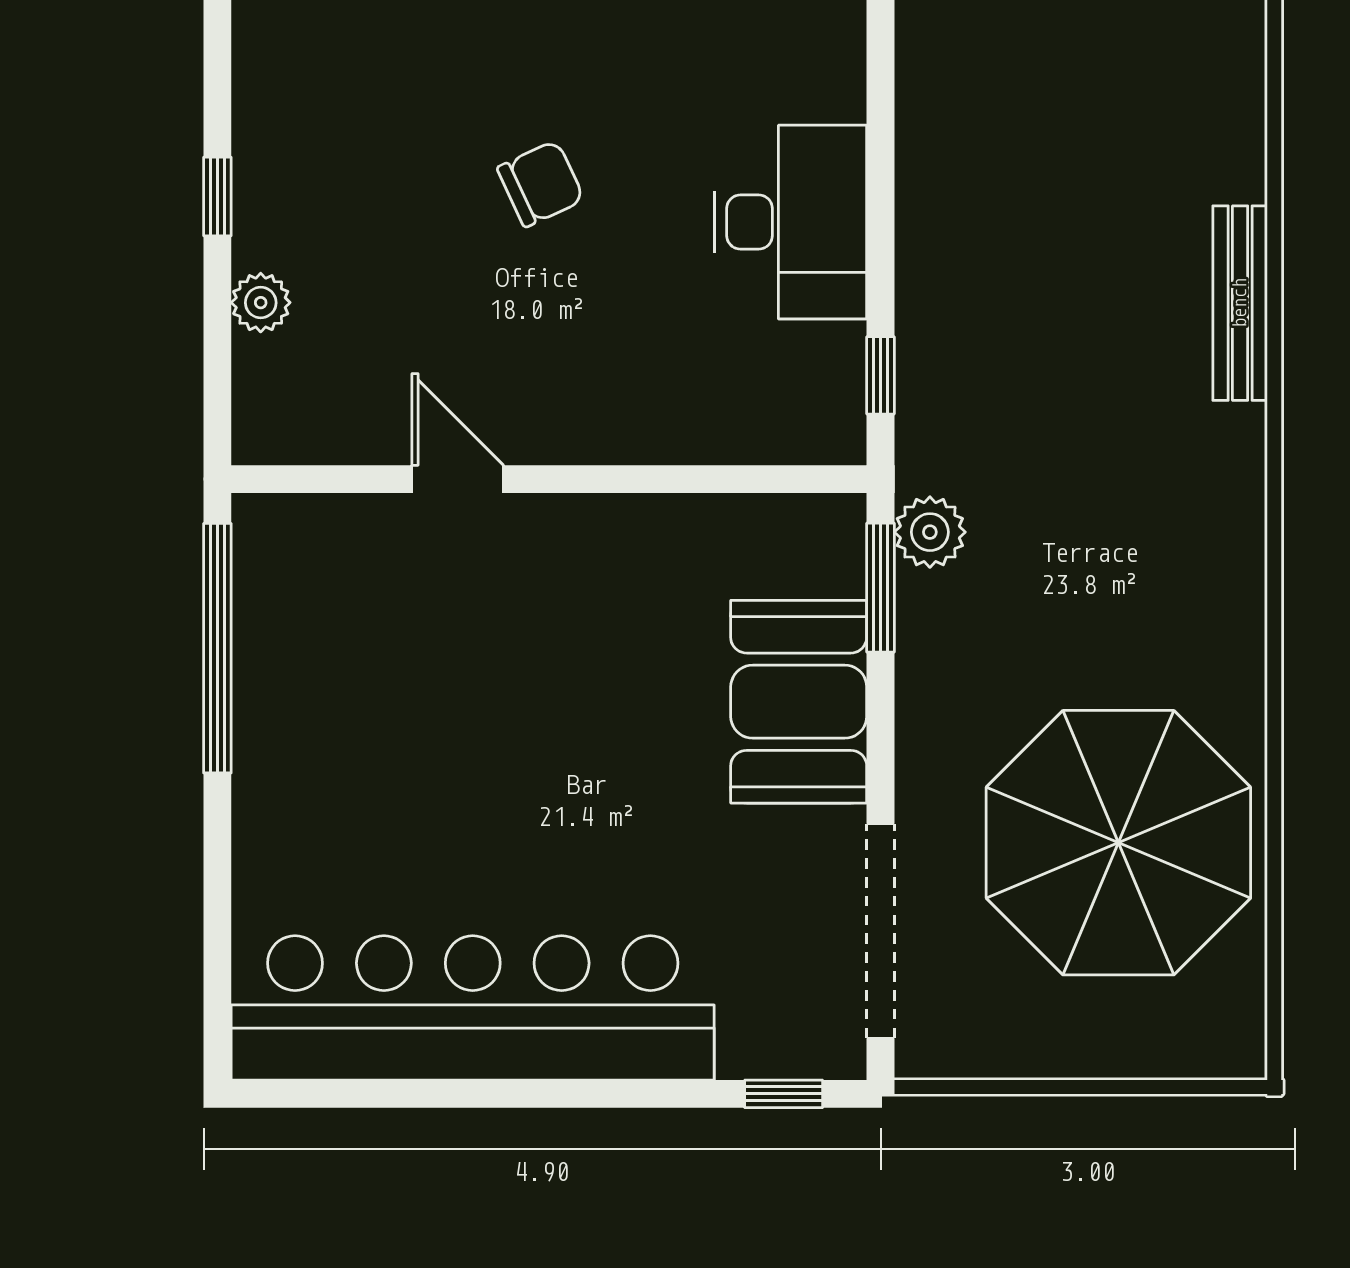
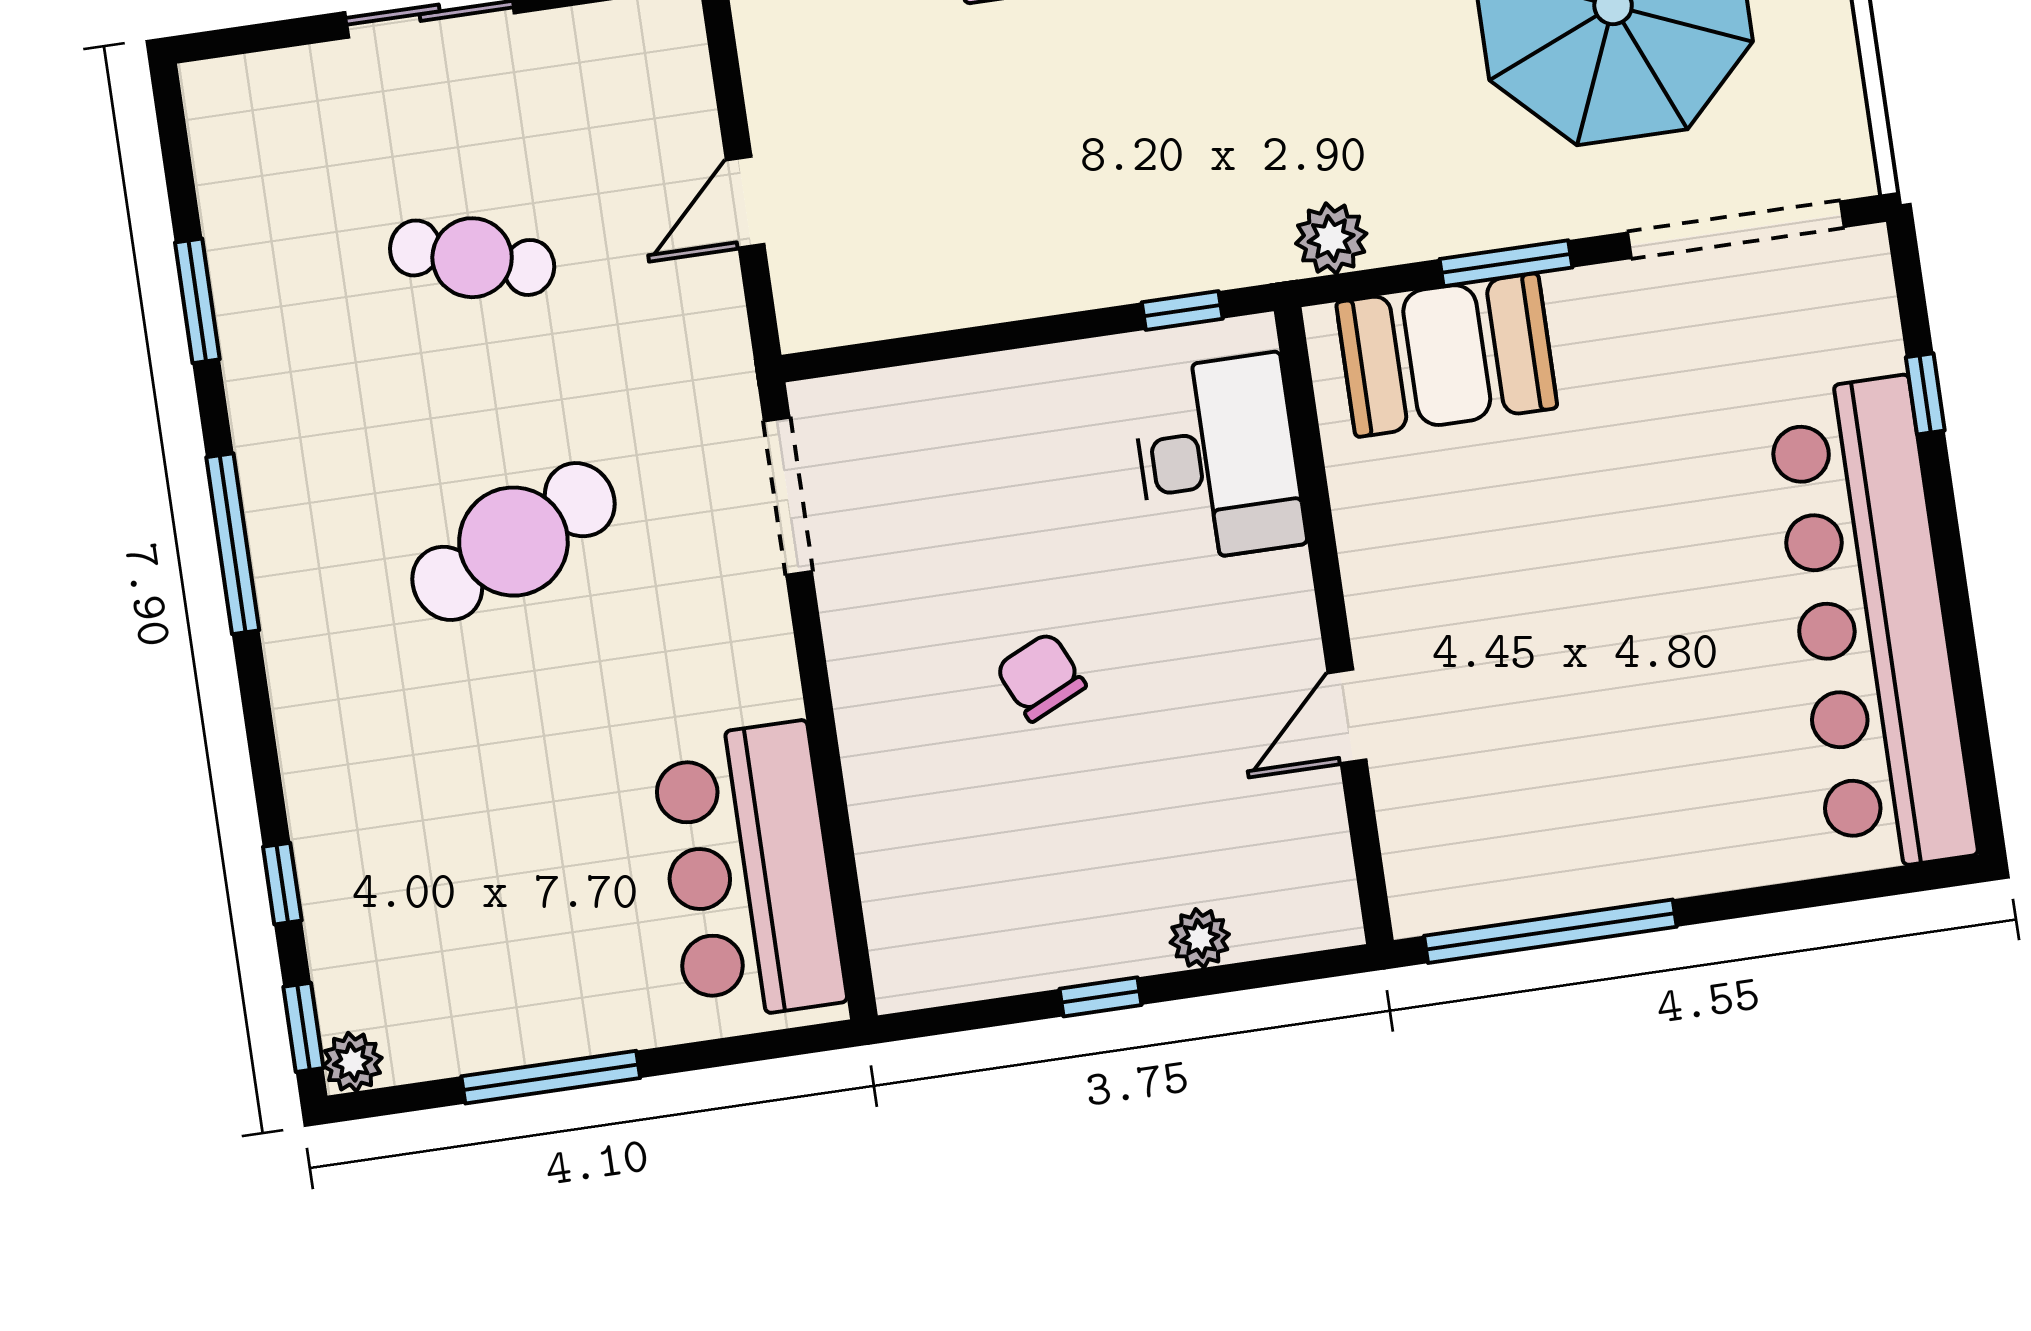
desk: (791, 222) -> (1218, 458), moved, turned 90
window: (881, 588) -> (1506, 263), moved
booth: (799, 702) -> (1447, 355), moved
window: (784, 1094) -> (1925, 394), moved

